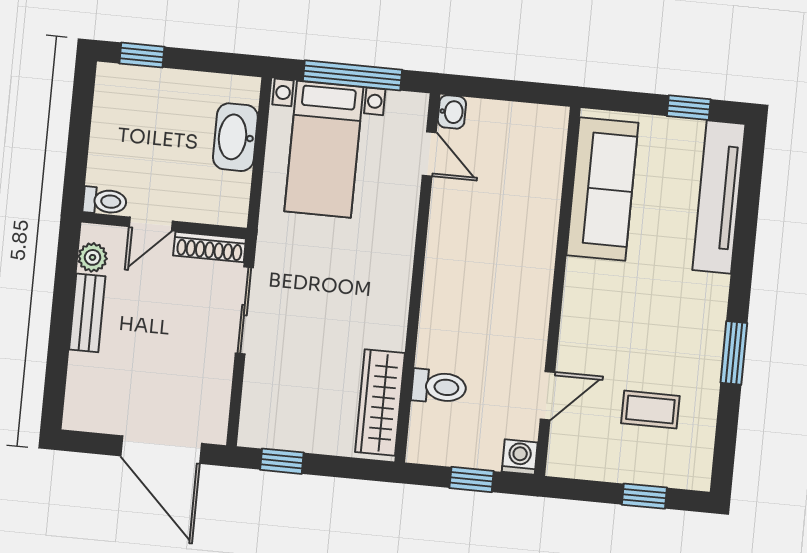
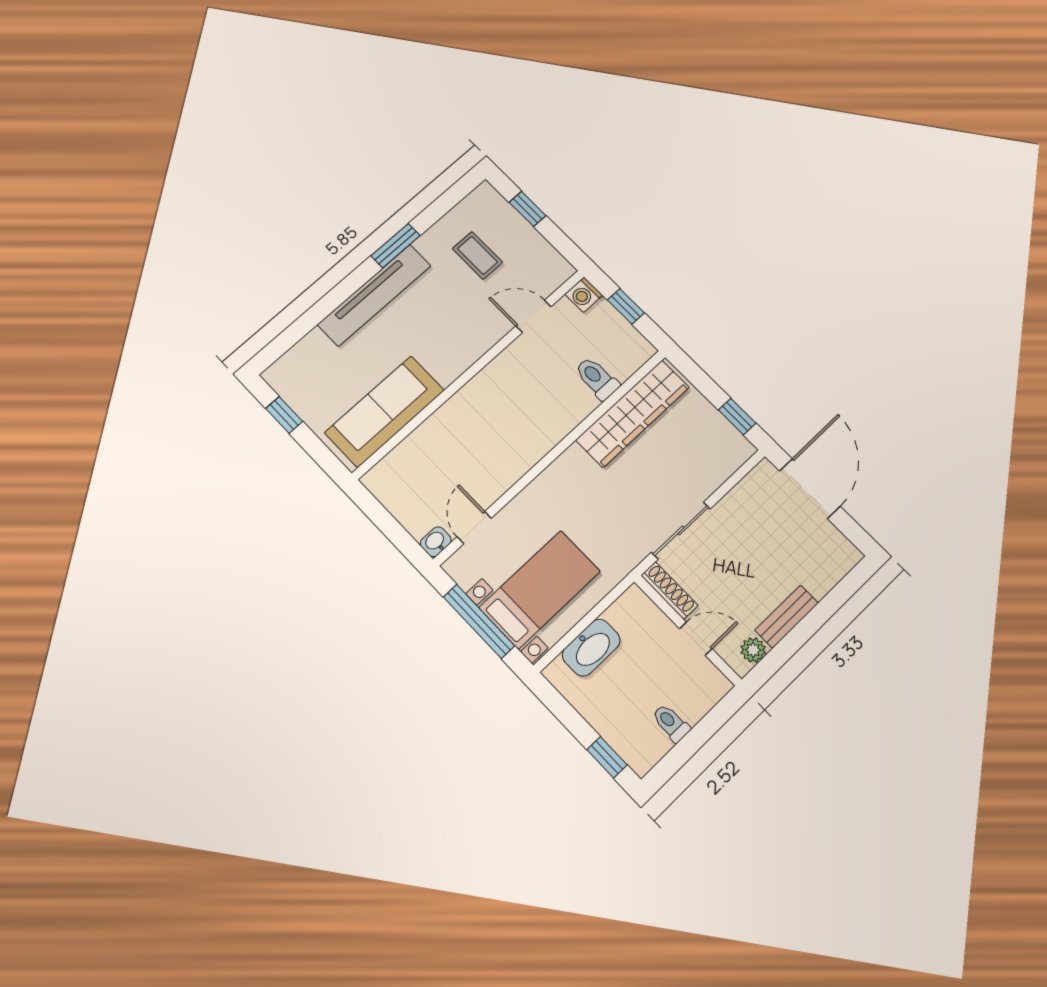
tv unit: (719, 197) -> (374, 295), moved
toilet: (105, 201) -> (671, 723), moved
wardrobe: (380, 403) -> (633, 414), width x1.40, depth x1.17

